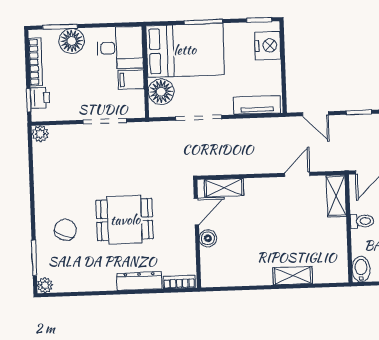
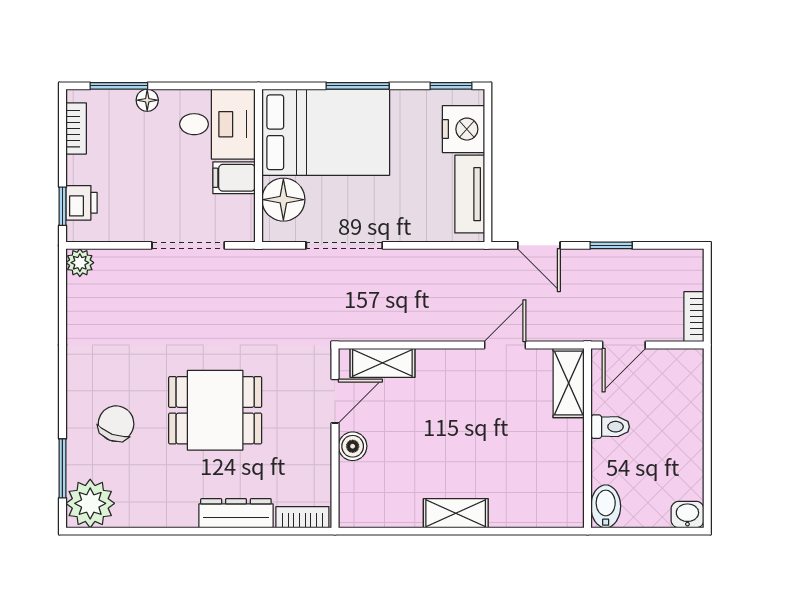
floor lamp: (72, 41) -> (147, 100), width x0.53, depth x0.53
bookcase: (35, 62) -> (76, 128), width x0.64
tv unit: (257, 105) -> (470, 194), moved, turned -90
shelving: (293, 276) -> (456, 513), moved
plant: (45, 285) -> (90, 503), width x1.88, depth x1.88

